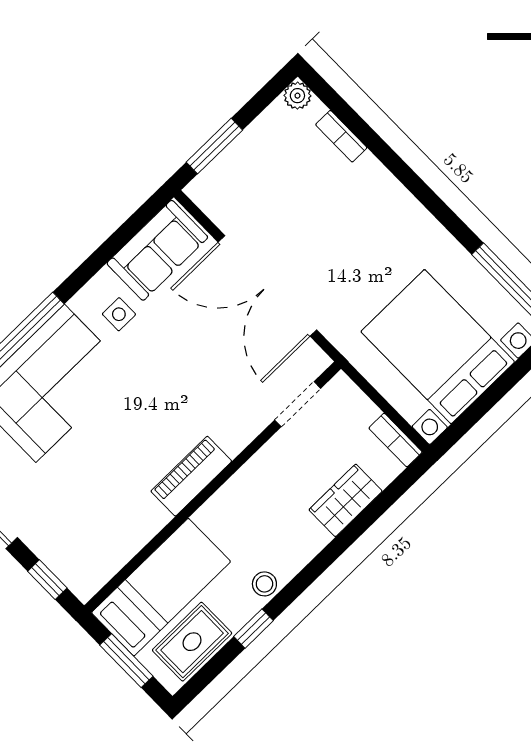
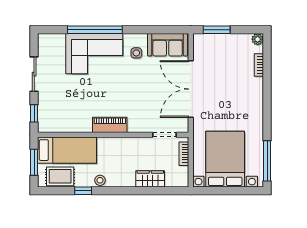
bookcase: (396, 440) -> (184, 154), moved

